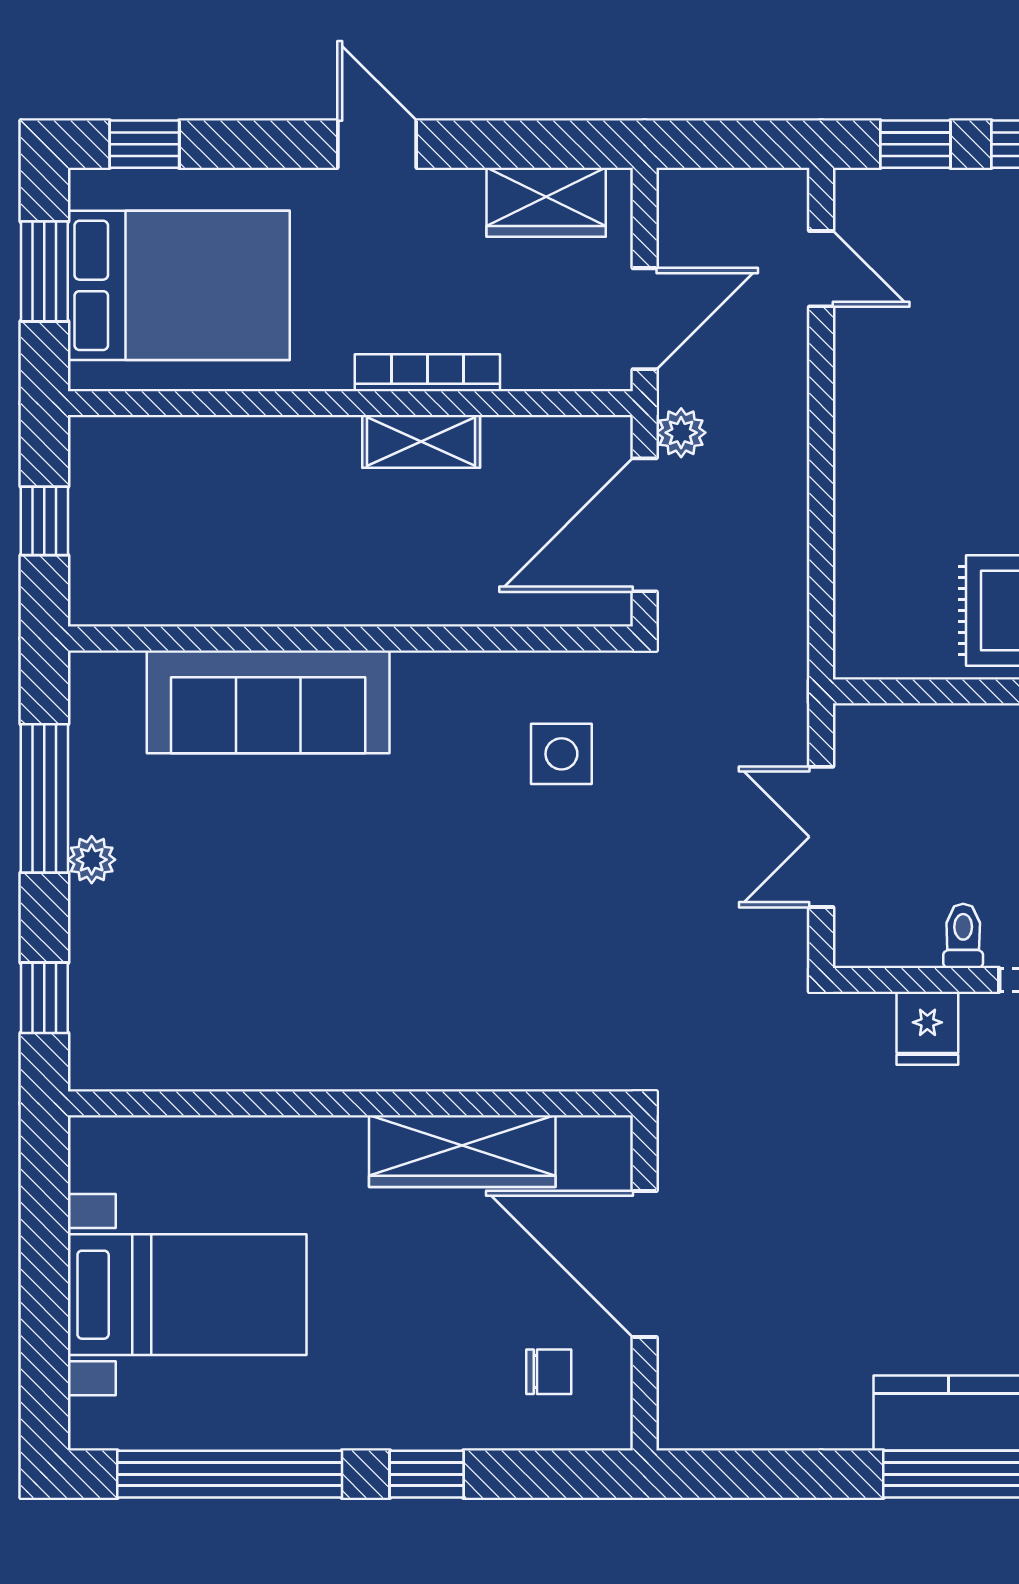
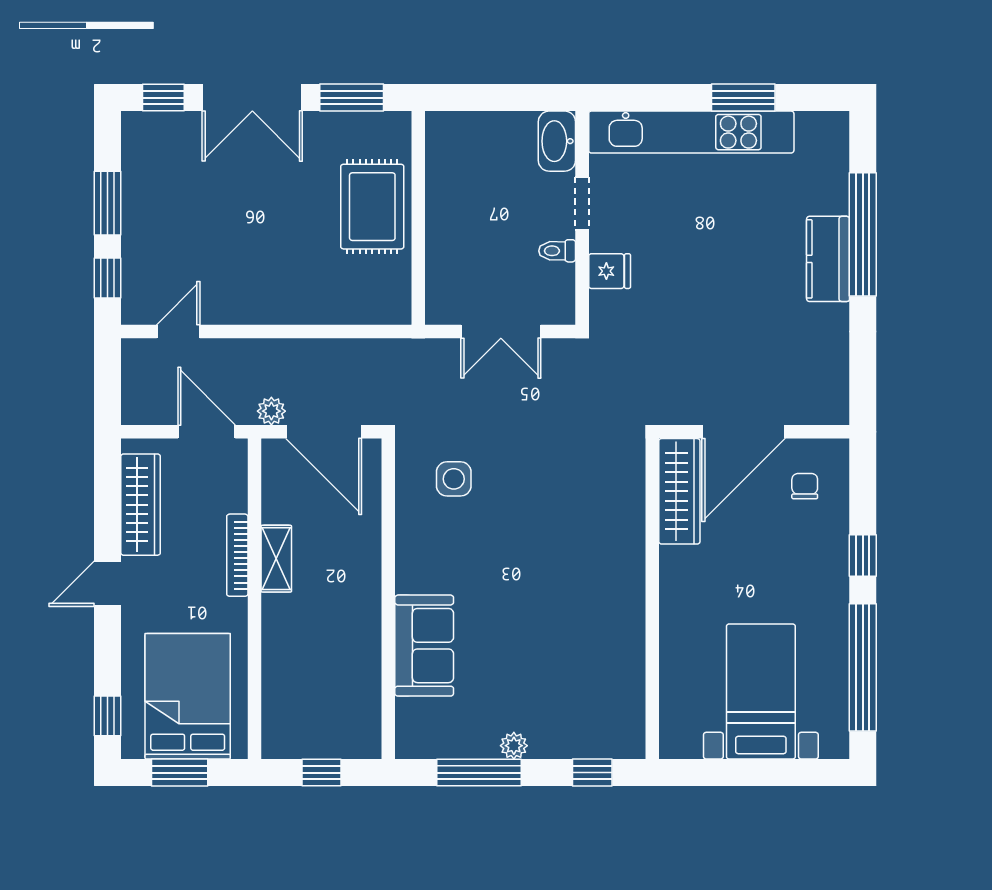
wardrobe: (546, 202) -> (141, 505), width x1.50
sofa: (268, 702) -> (424, 646), width x0.73
wardrobe: (462, 1151) -> (679, 491), moved

